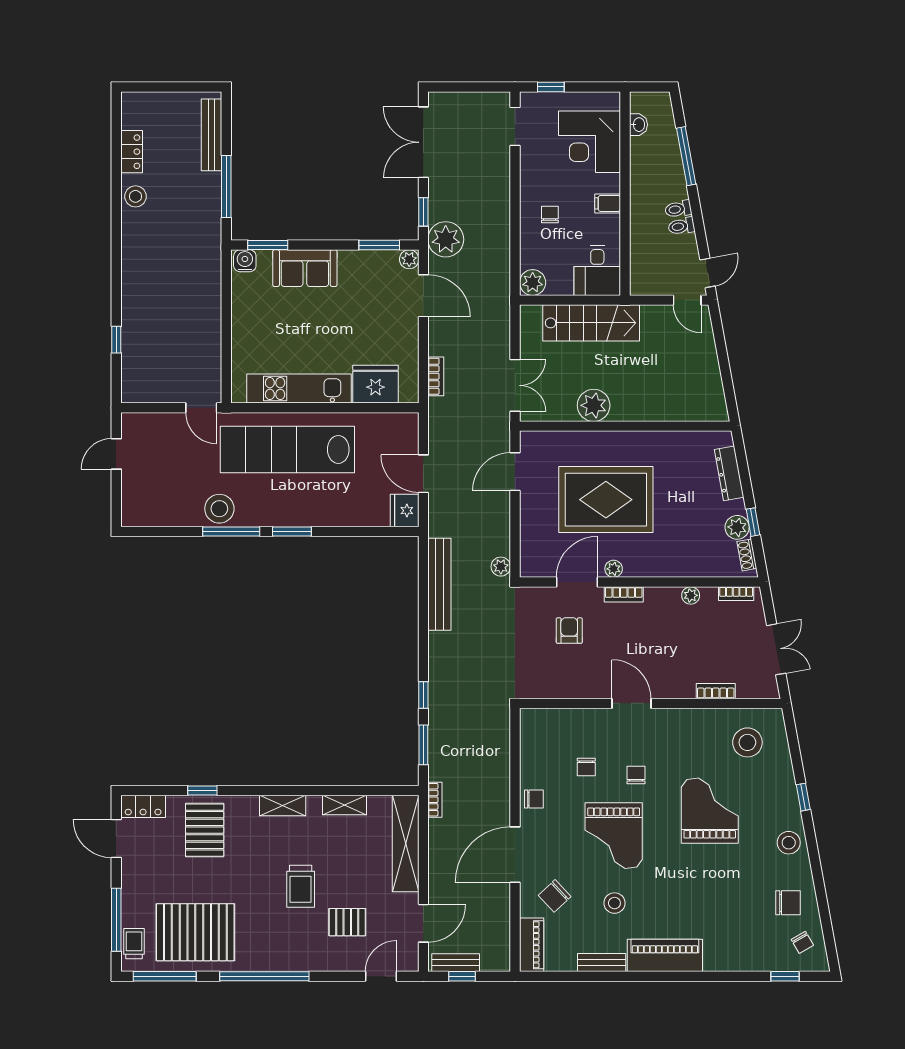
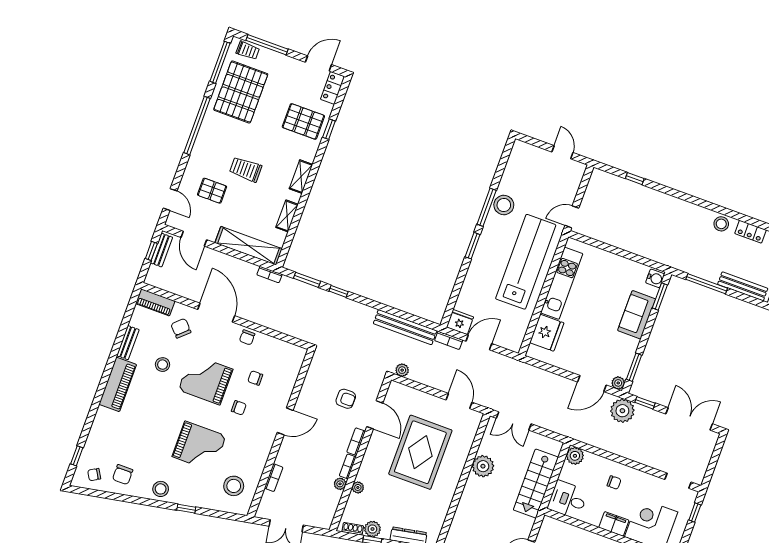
filing cabinet: (608, 203) -> (614, 524), width x2.00
bookcase: (436, 376) -> (449, 340), moved
plant: (614, 569) -> (358, 487), moved
bookcase: (736, 594) -> (348, 466), moved
pallet: (347, 922) -> (212, 191), turned 90

